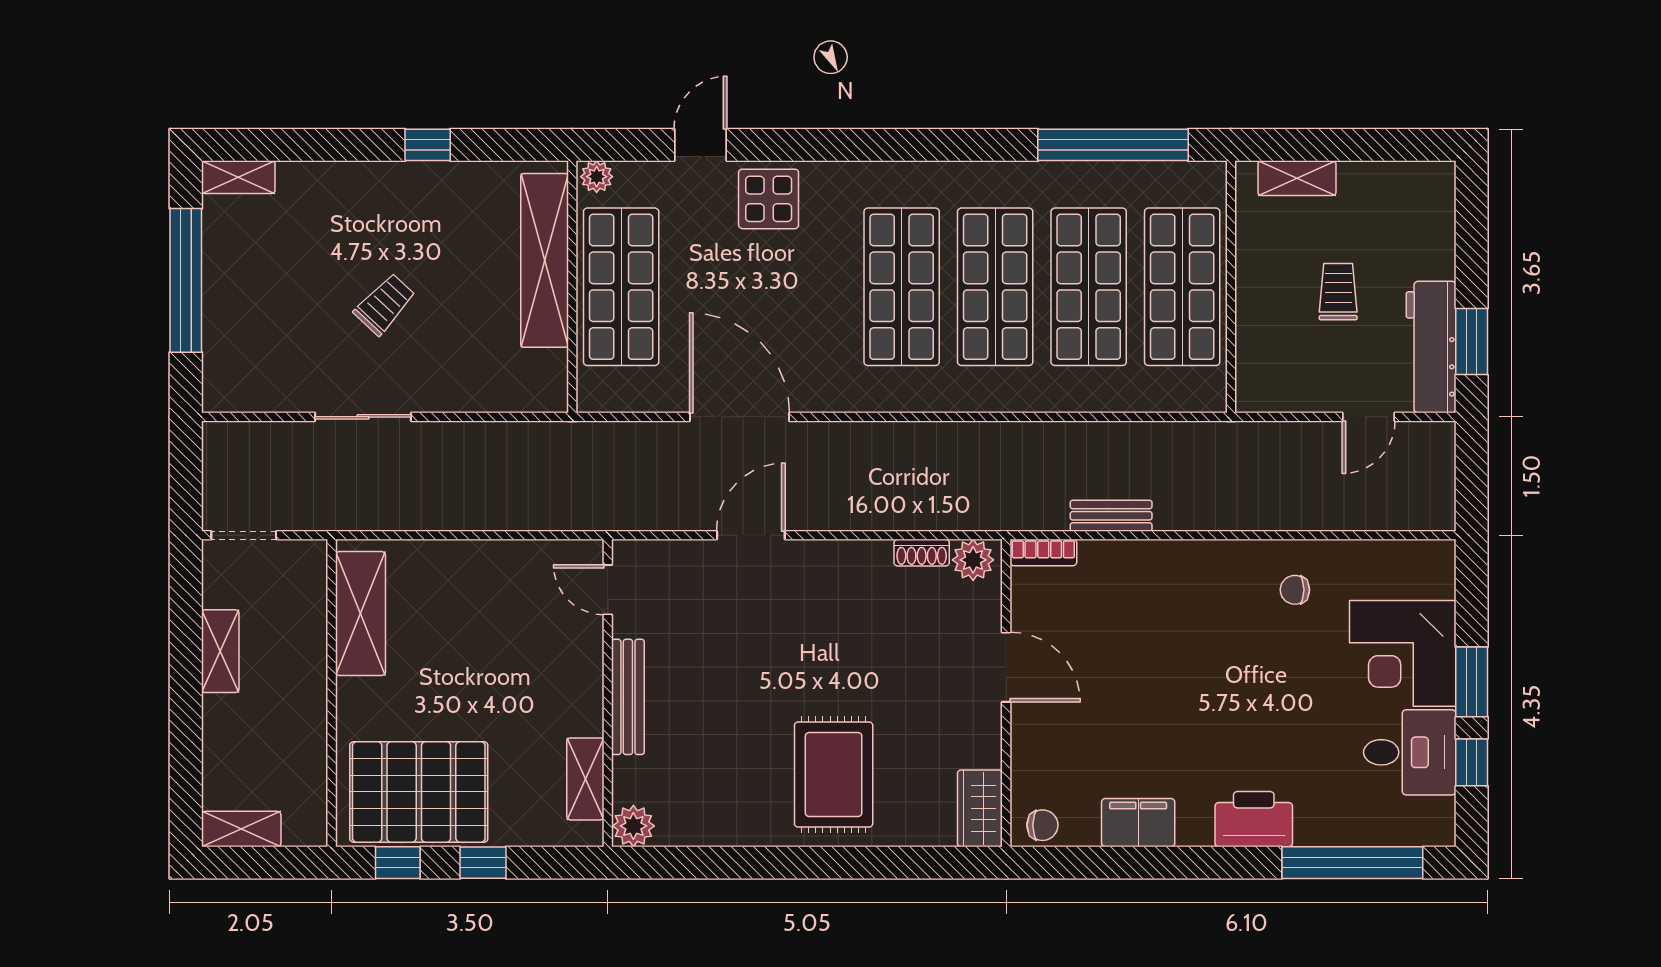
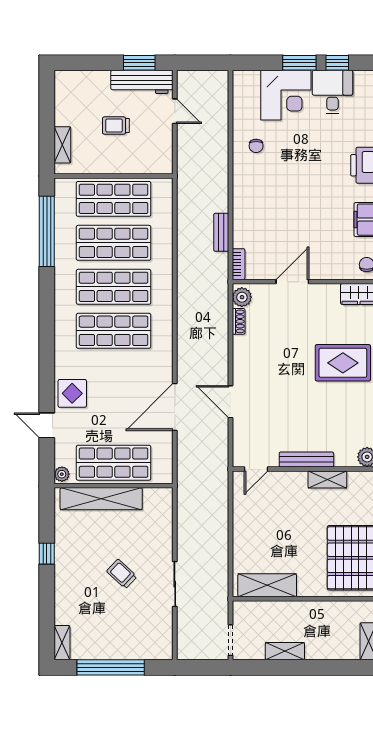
shelving: (585, 779) -> (327, 480), moved

